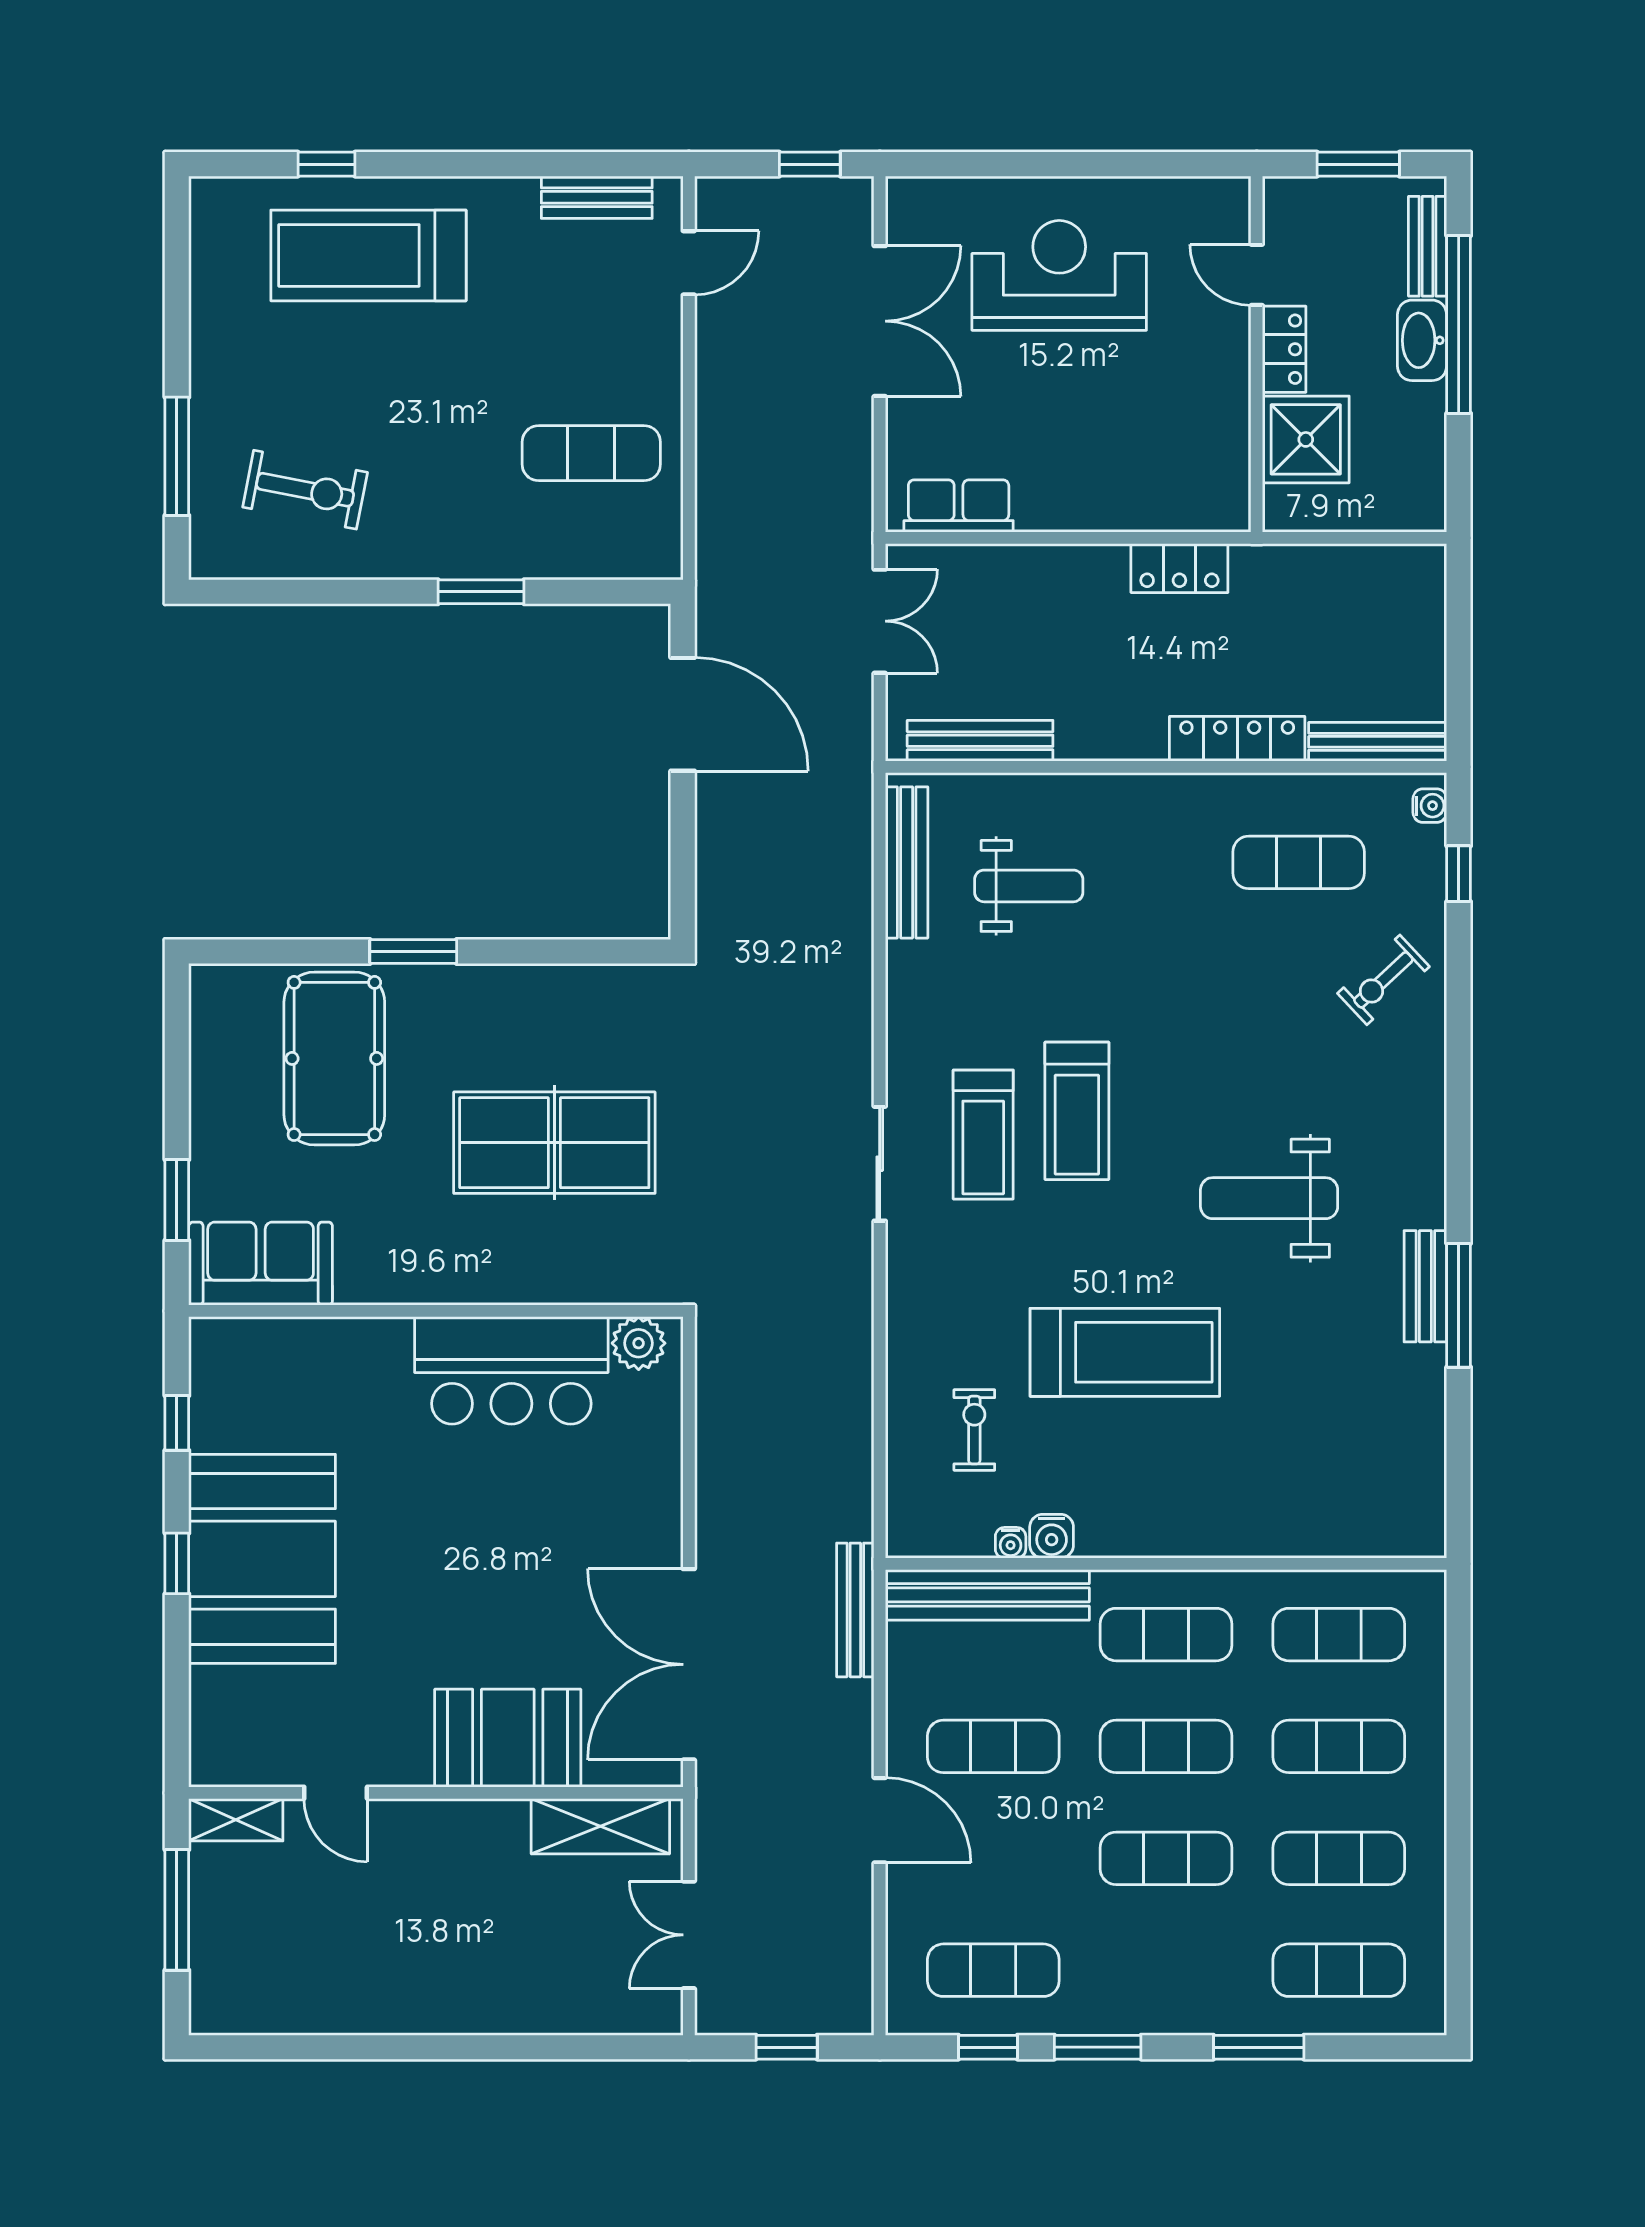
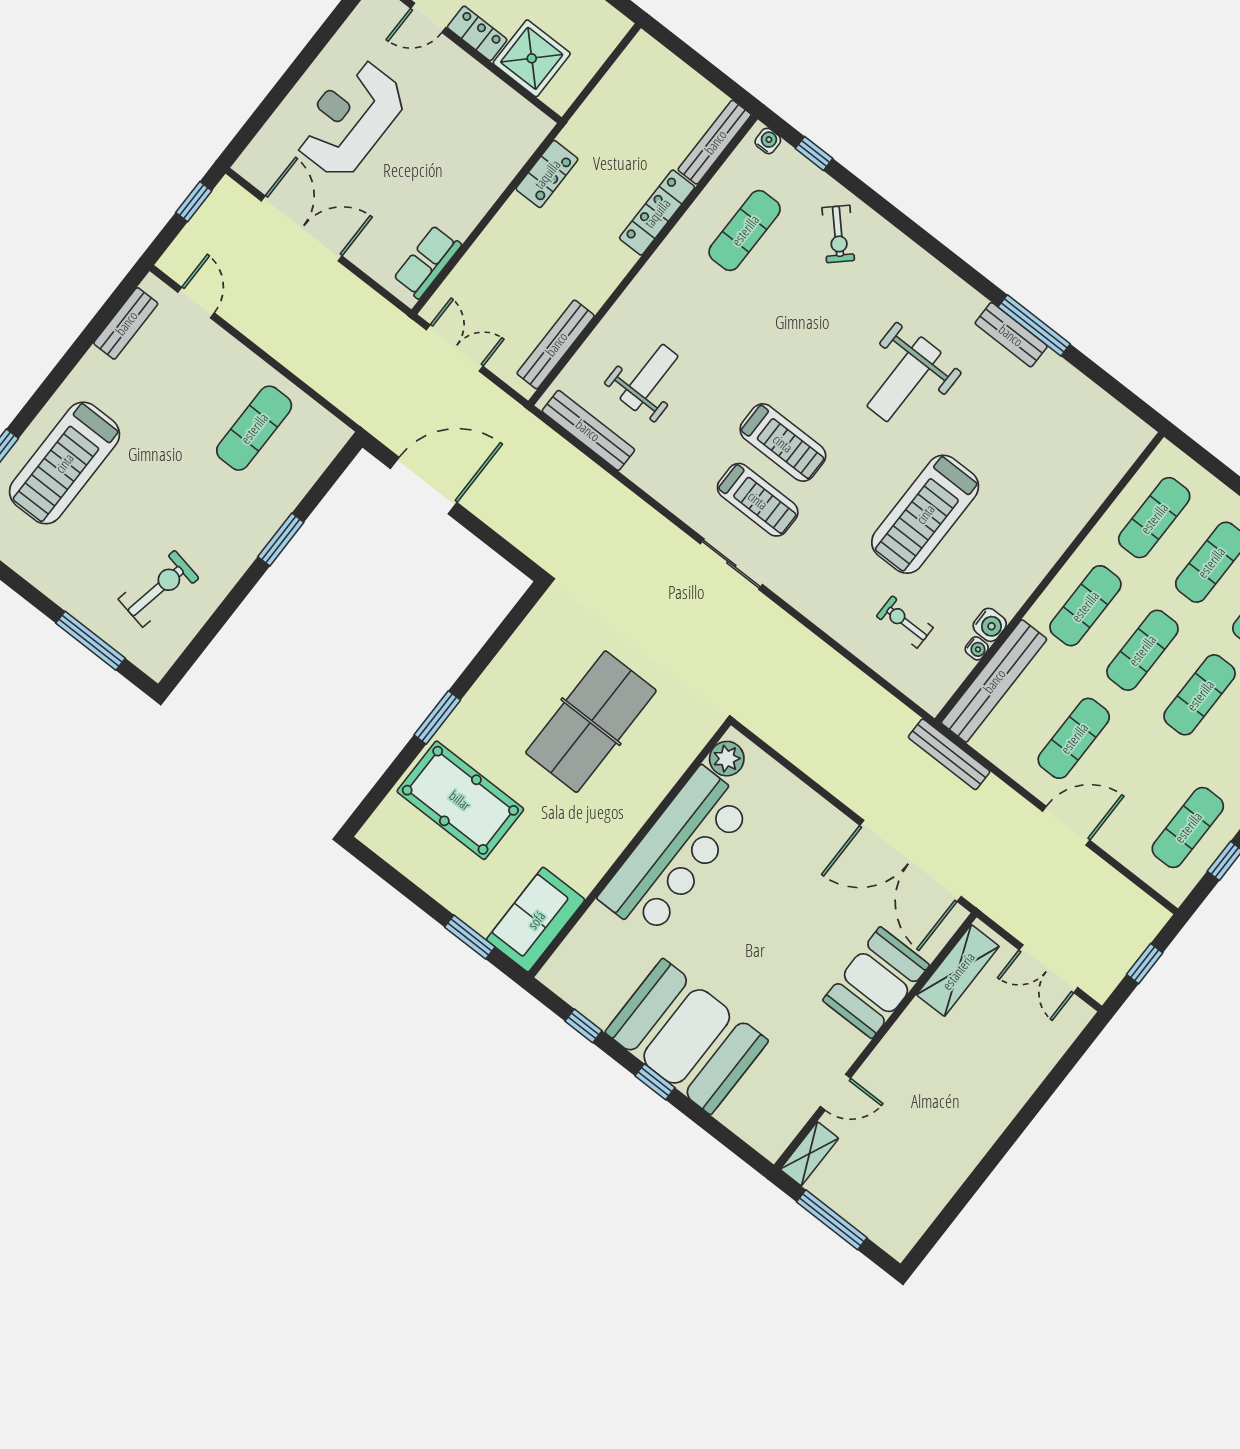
treadmill: (1125, 1352) -> (925, 514), turned 180
bar counter: (511, 1370) -> (676, 852), width x1.36

